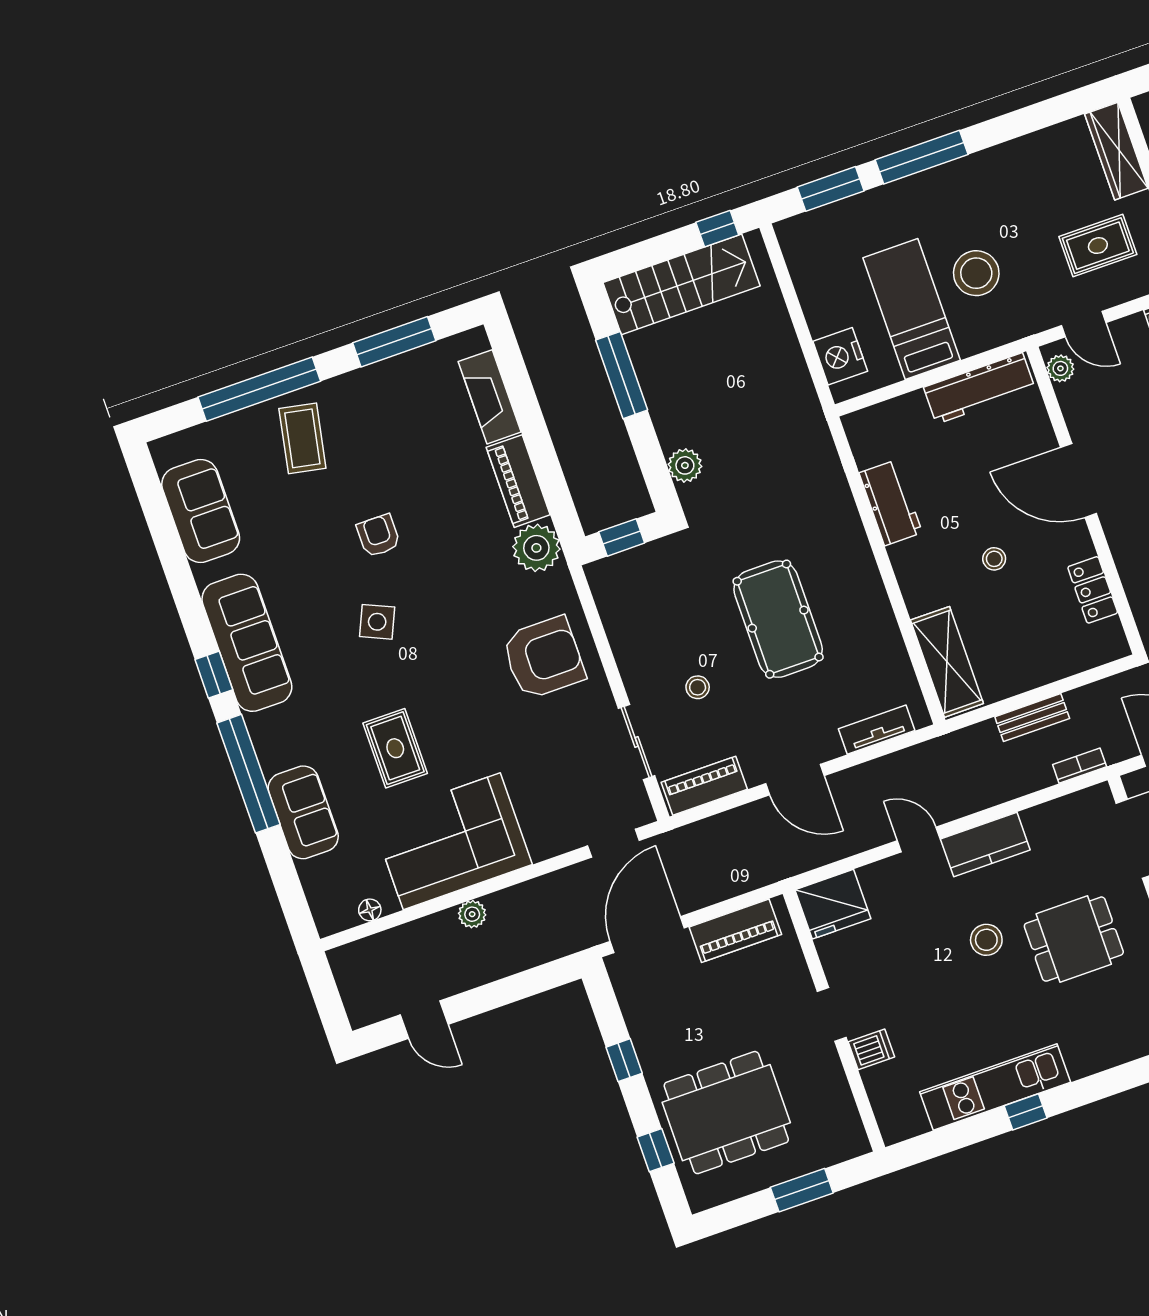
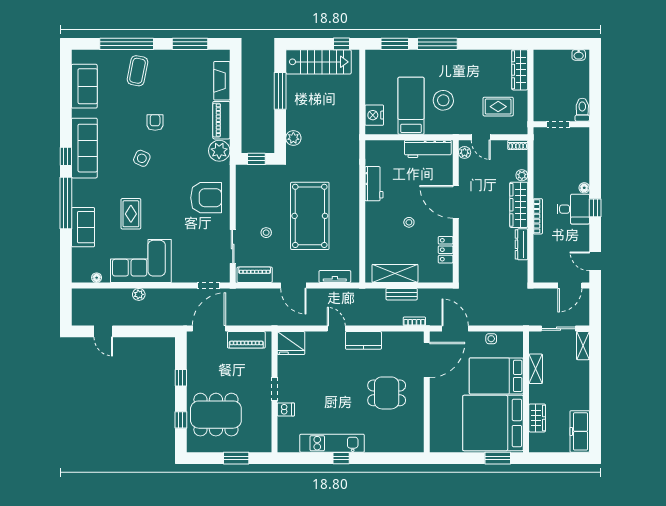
pool table: (778, 619) -> (310, 216), width x1.36, depth x1.32
shelving: (947, 662) -> (395, 273), moved, turned 90
stool: (986, 940) -> (350, 380), removed

